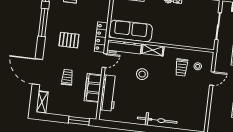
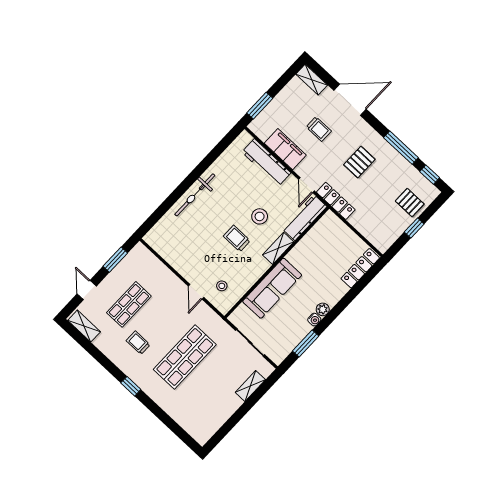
sofa: (131, 31) -> (272, 288), moved
trolley: (181, 67) -> (237, 238), moved

